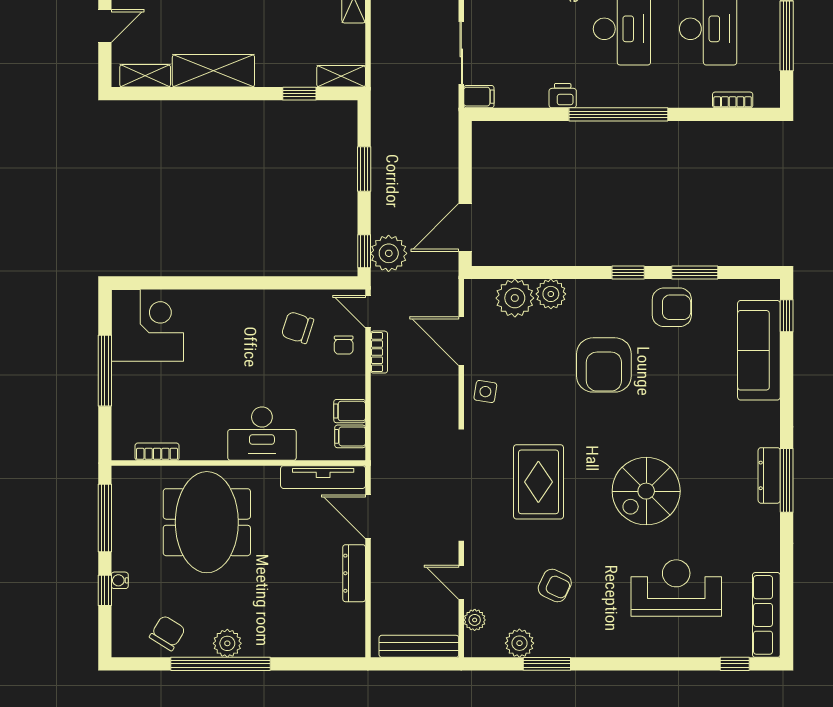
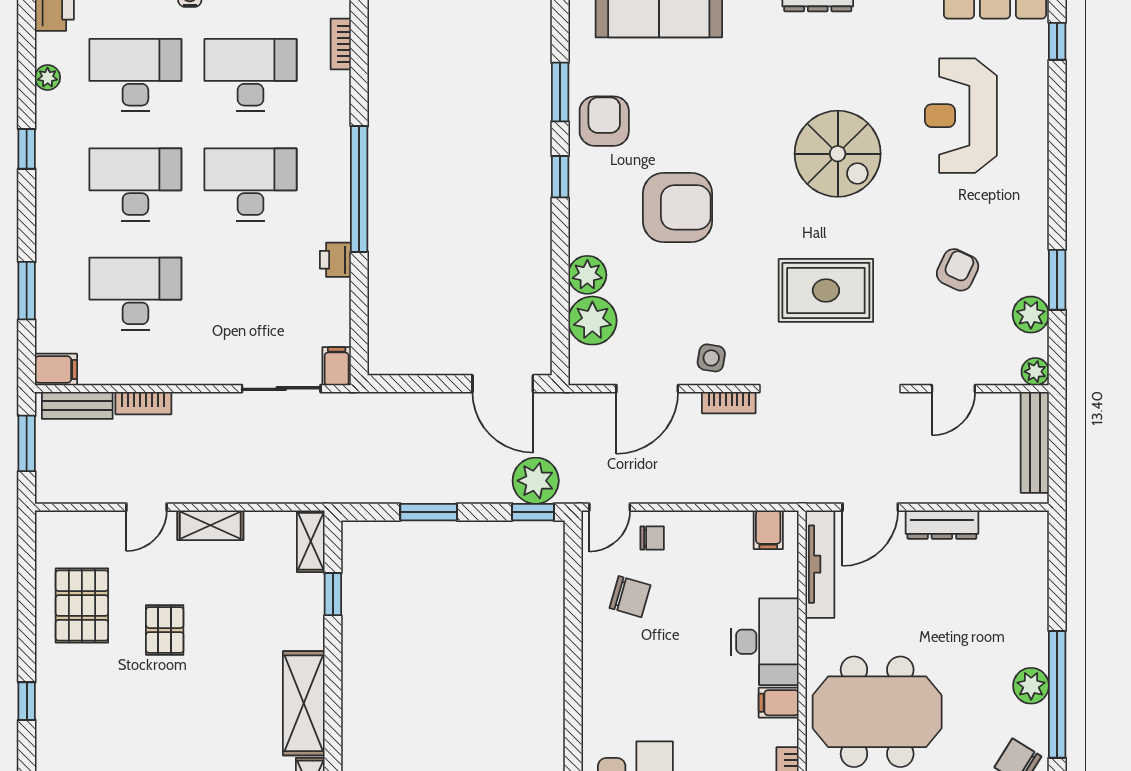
chair: (298, 328) -> (630, 597), turned -92
bookcase: (379, 352) -> (729, 403), moved, turned 180
filing cabinet: (350, 411) -> (779, 703), moved, turned 90
plant: (475, 620) -> (1035, 372), moved

